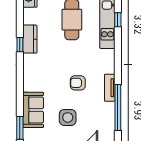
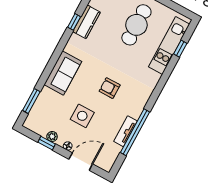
tv unit: (110, 88) -> (126, 131), moved
sofa: (33, 110) -> (63, 73), moved

